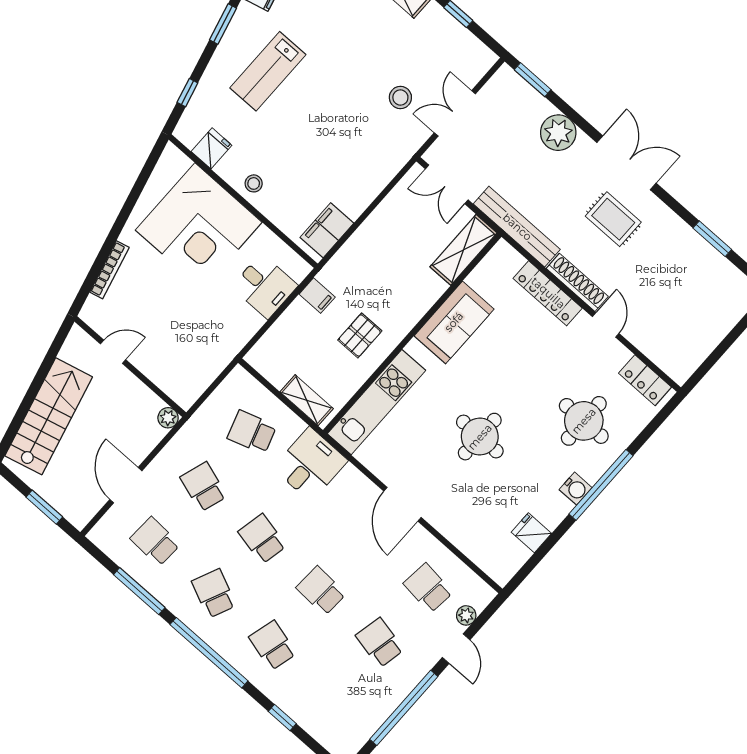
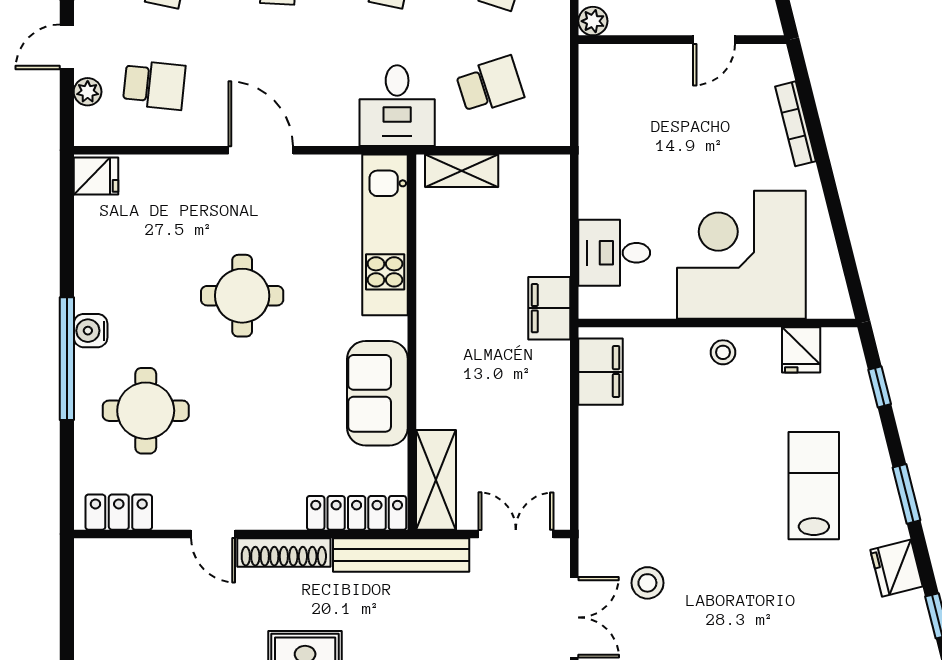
locker: (548, 293) -> (357, 513), moved
filing cabinet: (317, 296) -> (549, 308), width x2.00
pallet: (360, 335) -> (466, 290), removed
fridge: (531, 533) -> (96, 176), moved
door: (456, 649) -> (67, 47), hinge flipped

